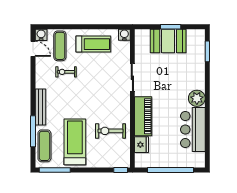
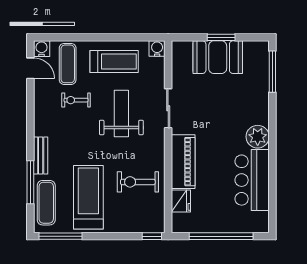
window: (207, 51) -> (272, 72), width x1.44
weight bench: (99, 82) -> (121, 113), added
bench: (40, 107) -> (41, 156), width x0.73

